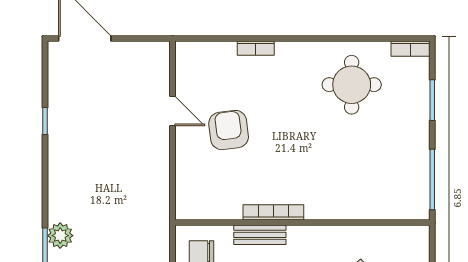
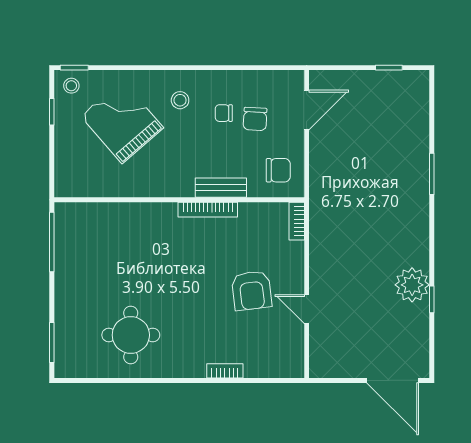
bookcase: (410, 49) -> (297, 221), moved, turned -90
window: (432, 100) -> (52, 342), moved
plant: (60, 236) -> (412, 285), moved, width x1.36, depth x1.36

